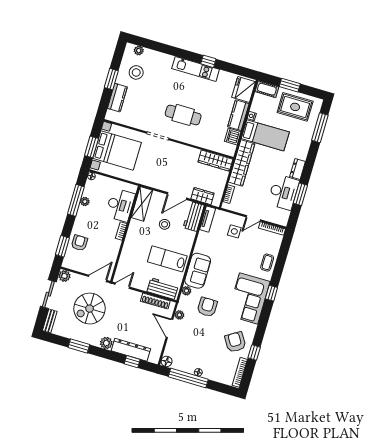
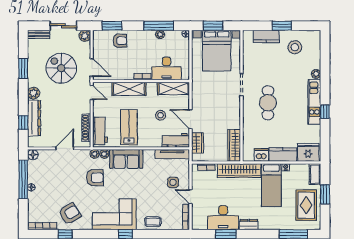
plant: (139, 51) -> (316, 74), moved
tv unit: (208, 219) -> (172, 154), width x1.41
shelving: (129, 248) -> (129, 89), added
plant: (179, 315) -> (94, 154), moved

